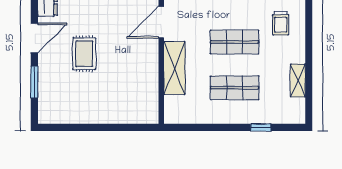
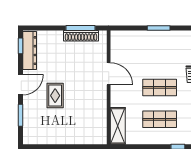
door: (161, 22) -> (109, 74), swing flipped
shelving: (174, 68) -> (118, 126), moved

